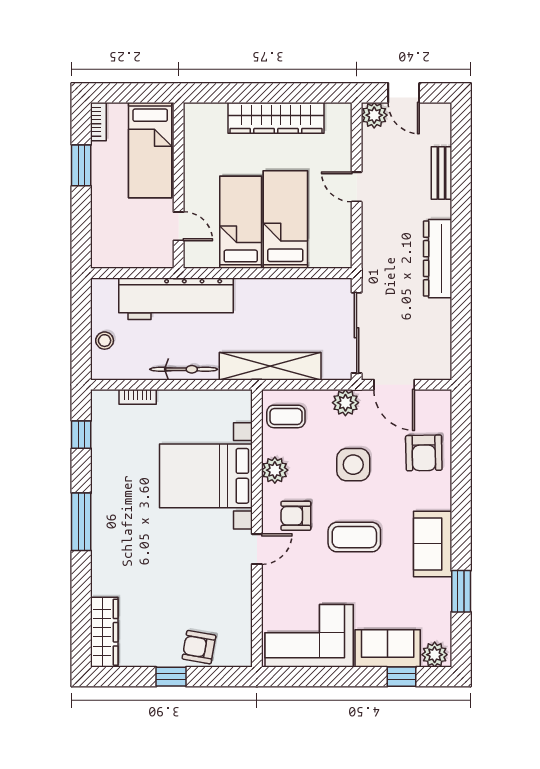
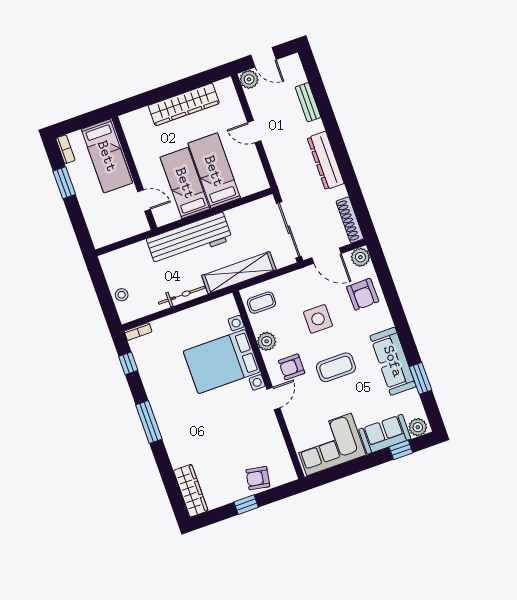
workbench: (176, 299) -> (189, 239), moved
shoe rack: (442, 348) -> (350, 220), added
bookcase: (138, 397) -> (138, 332), moved
plant: (345, 403) -> (360, 257), moved
sofa: (433, 544) -> (393, 361), width x1.36

